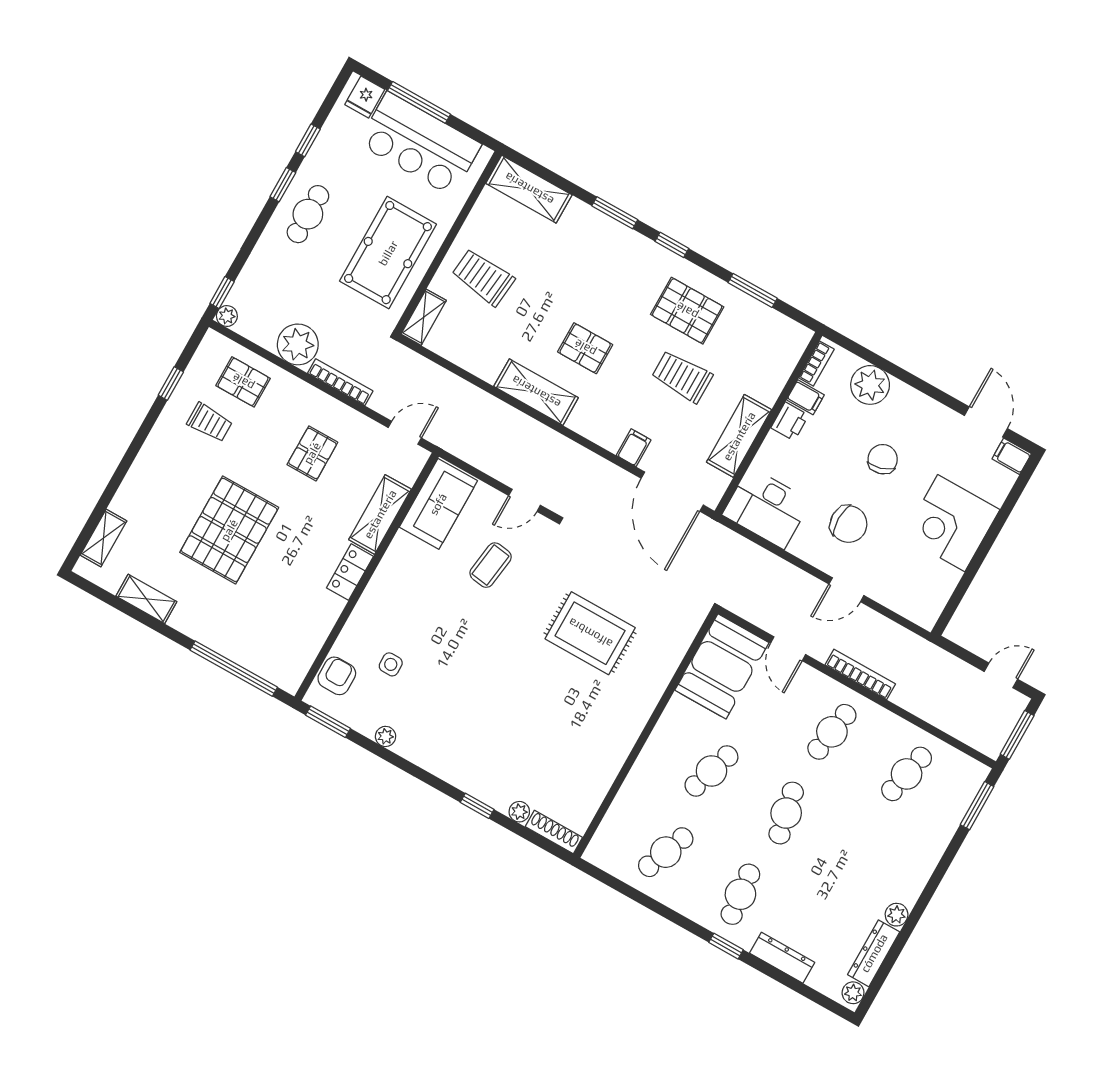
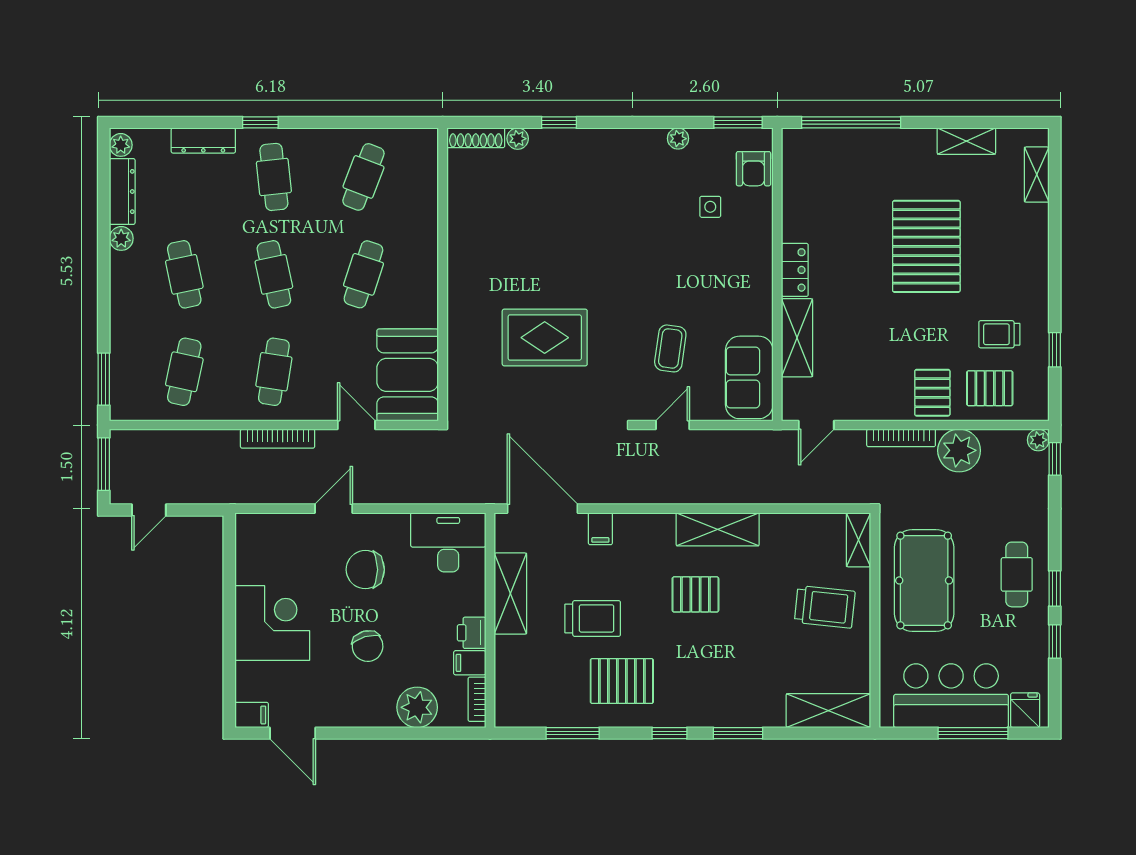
pallet: (312, 453) -> (932, 393), moved
cafe table: (861, 855) -> (184, 274), added

